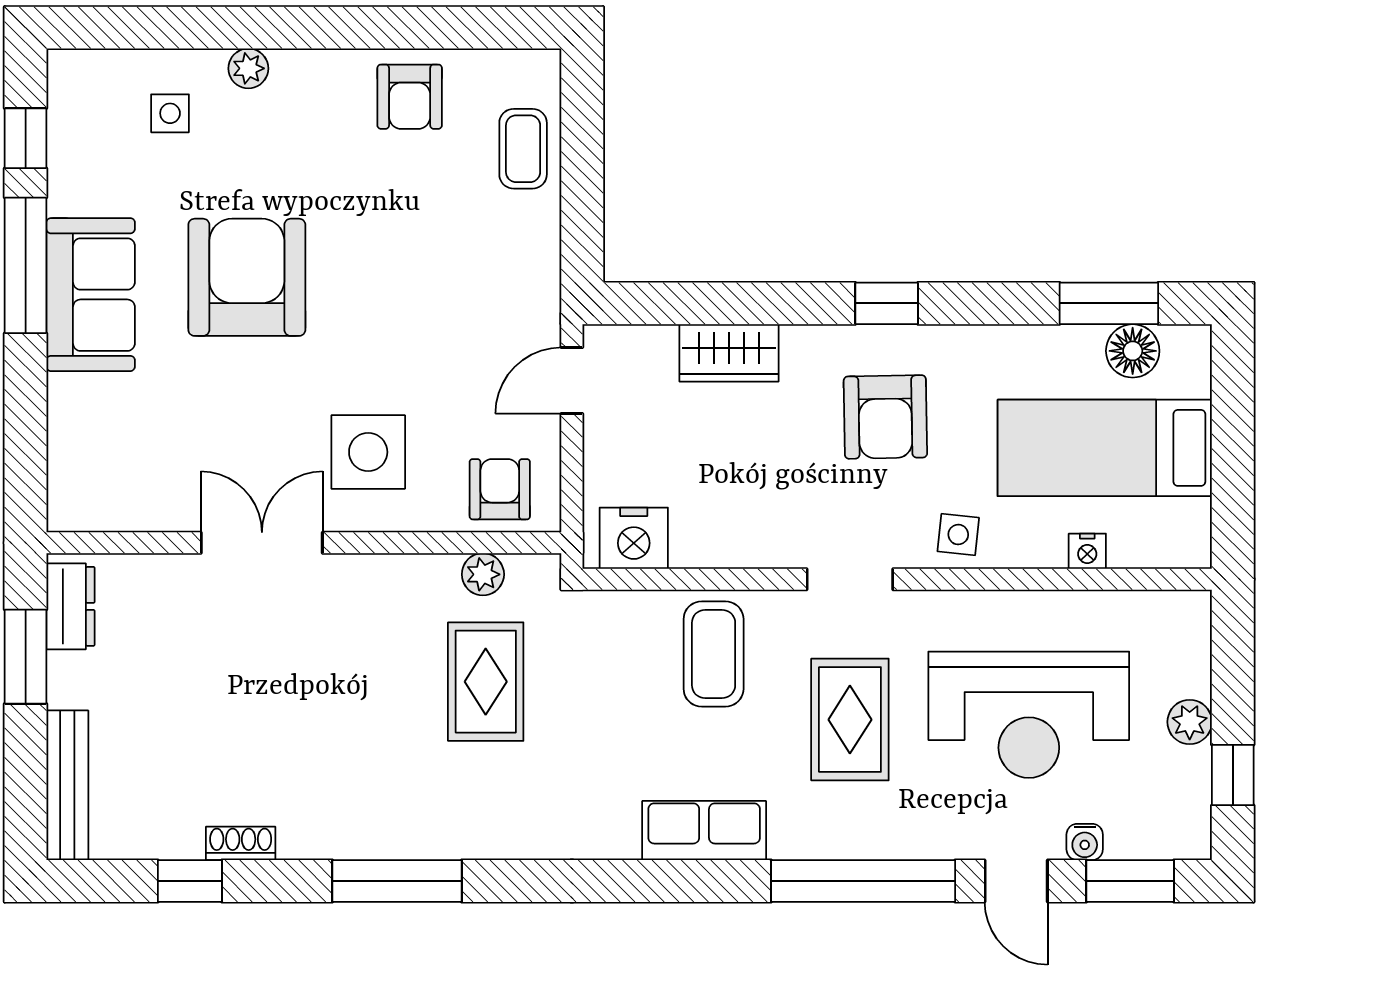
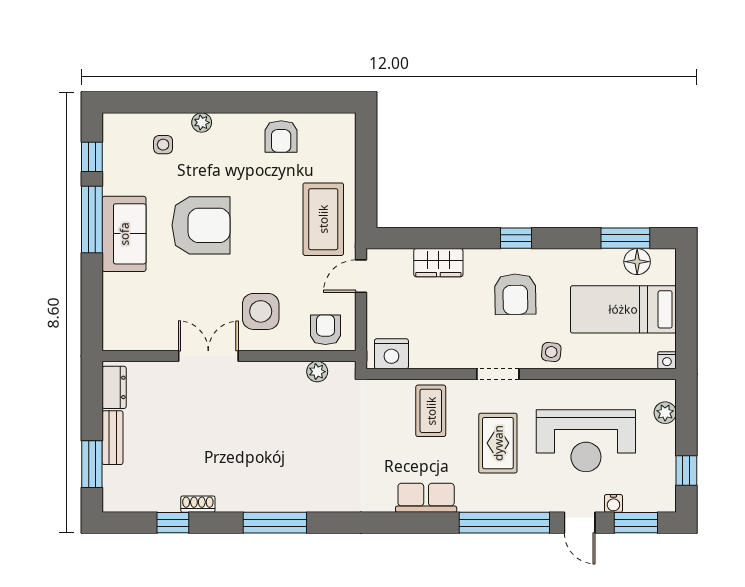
coffee table: (523, 149) -> (323, 219), moved, width x1.86, depth x1.72
armchair: (247, 277) -> (201, 225), turned 90
nightstand: (1087, 551) -> (667, 360), moved
window: (26, 657) -> (92, 464), moved
rug: (486, 682) -> (319, 424), removed
plant: (1190, 722) -> (665, 413), moved
bench: (67, 785) -> (113, 438), moved, width x0.73

